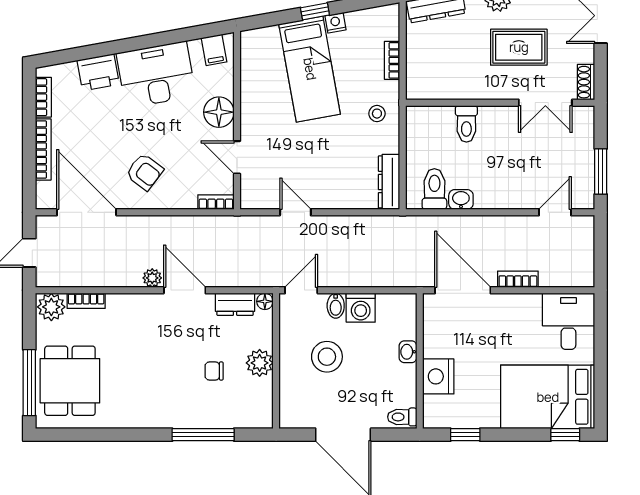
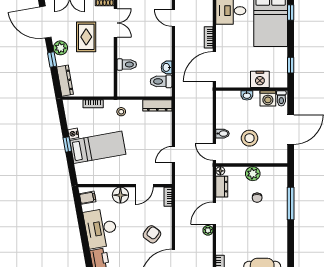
washing machine: (361, 308) -> (268, 98), moved, turned 90

